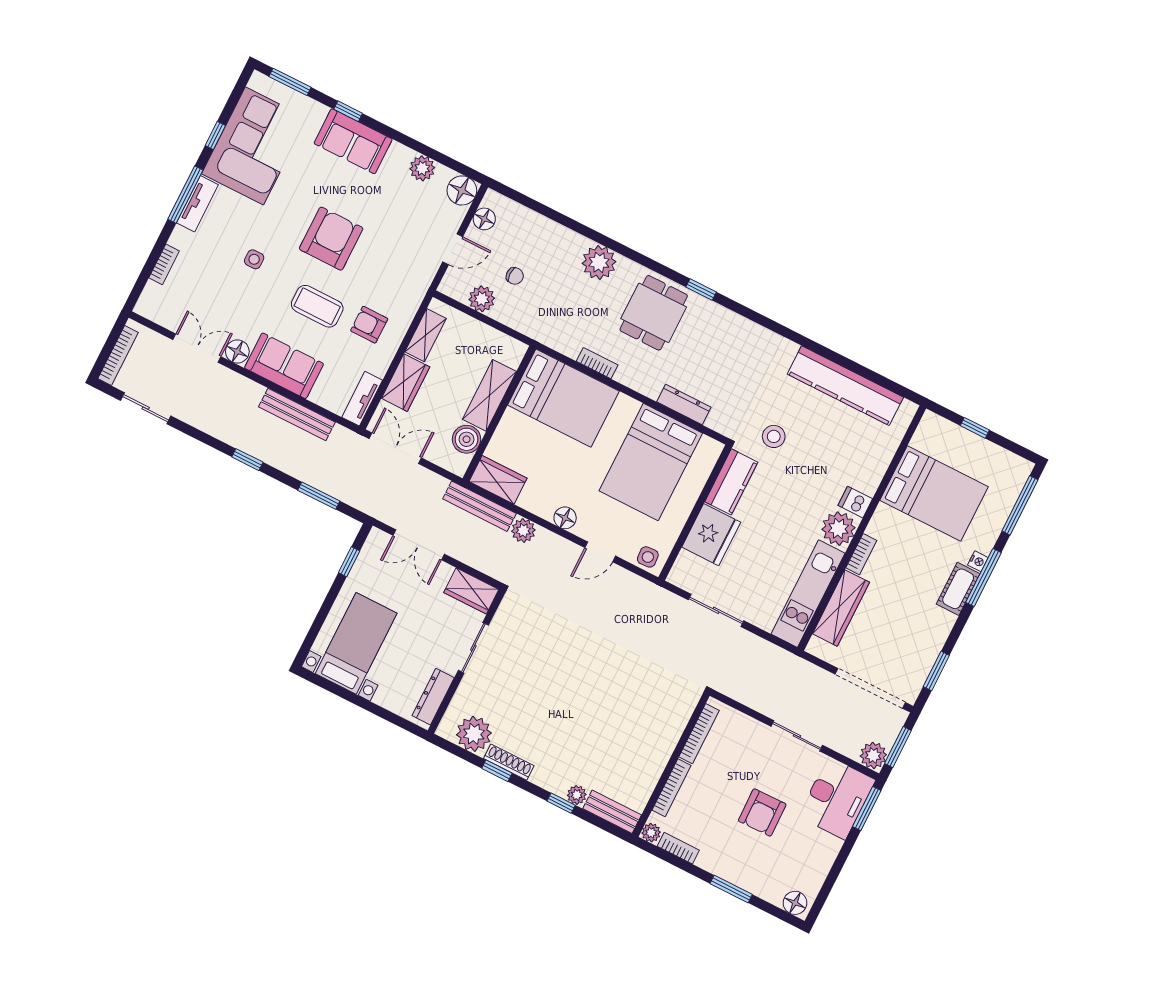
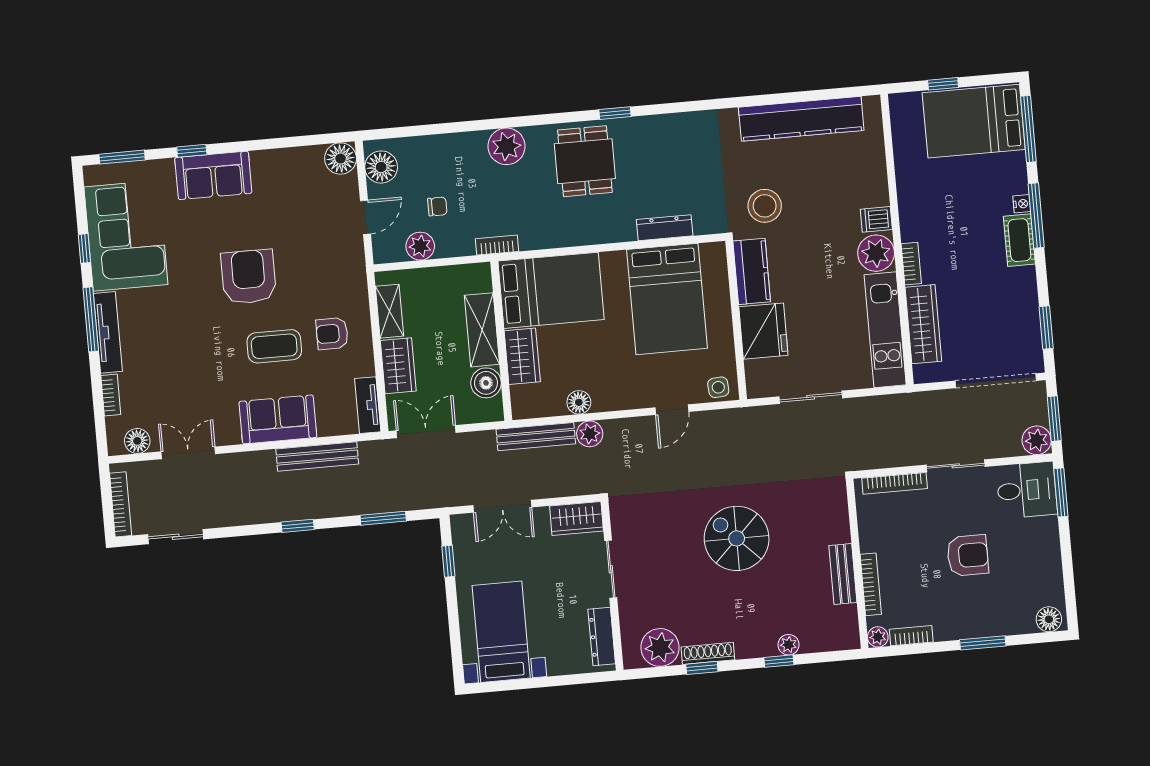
plant: (422, 168) -> (292, 161), removed
tv unit: (197, 204) -> (108, 332), width x1.41
floor lamp: (484, 219) -> (381, 167), width x1.38, depth x1.38
side table: (254, 259) -> (190, 339), removed
floor lamp: (237, 351) -> (137, 441), moved
bookcase: (597, 363) -> (497, 245), moved
stool: (774, 436) -> (765, 206), width x1.38, depth x1.38
wardrobe: (498, 480) -> (522, 356), moved, turned 90
bed: (934, 493) -> (974, 121), moved, turned 180
floor lamp: (565, 518) -> (579, 402), moved
spiral stairs: (588, 685) -> (737, 538), added
bookcase: (699, 734) -> (895, 483), moved, turned 90
desk: (837, 798) -> (1027, 490), width x0.73
bench: (612, 812) -> (843, 574), moved, turned 90
armchair: (762, 812) -> (968, 555), turned -89

